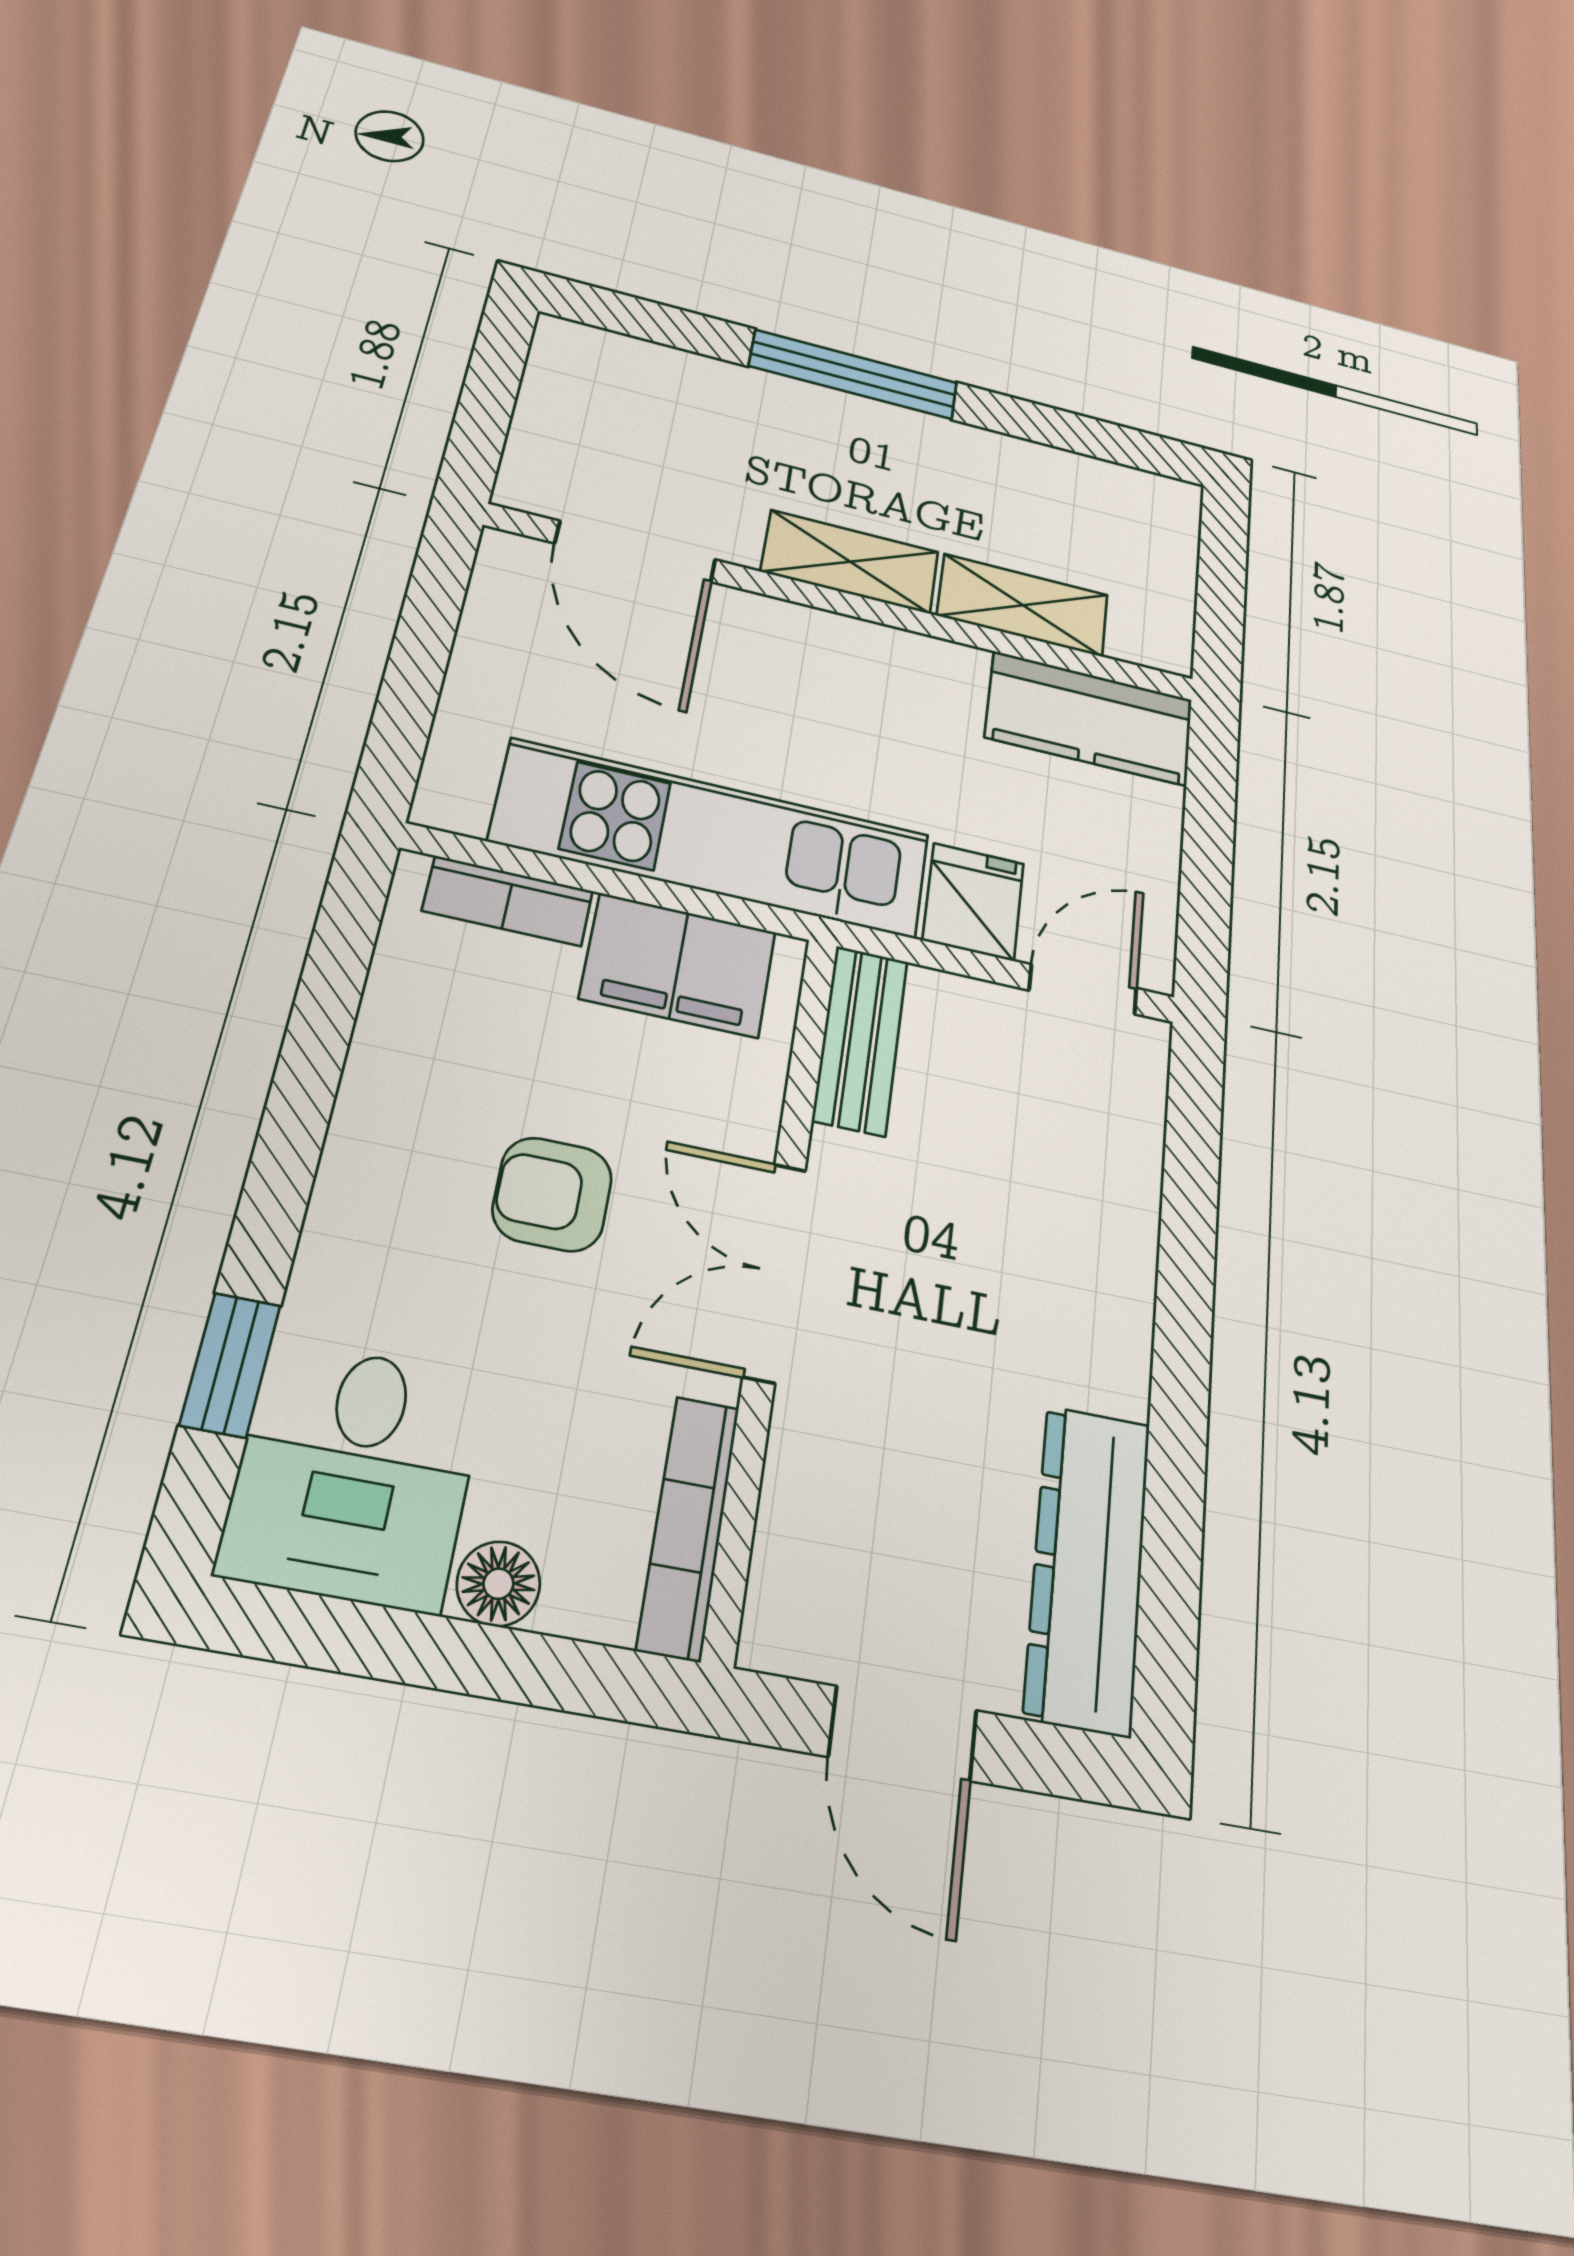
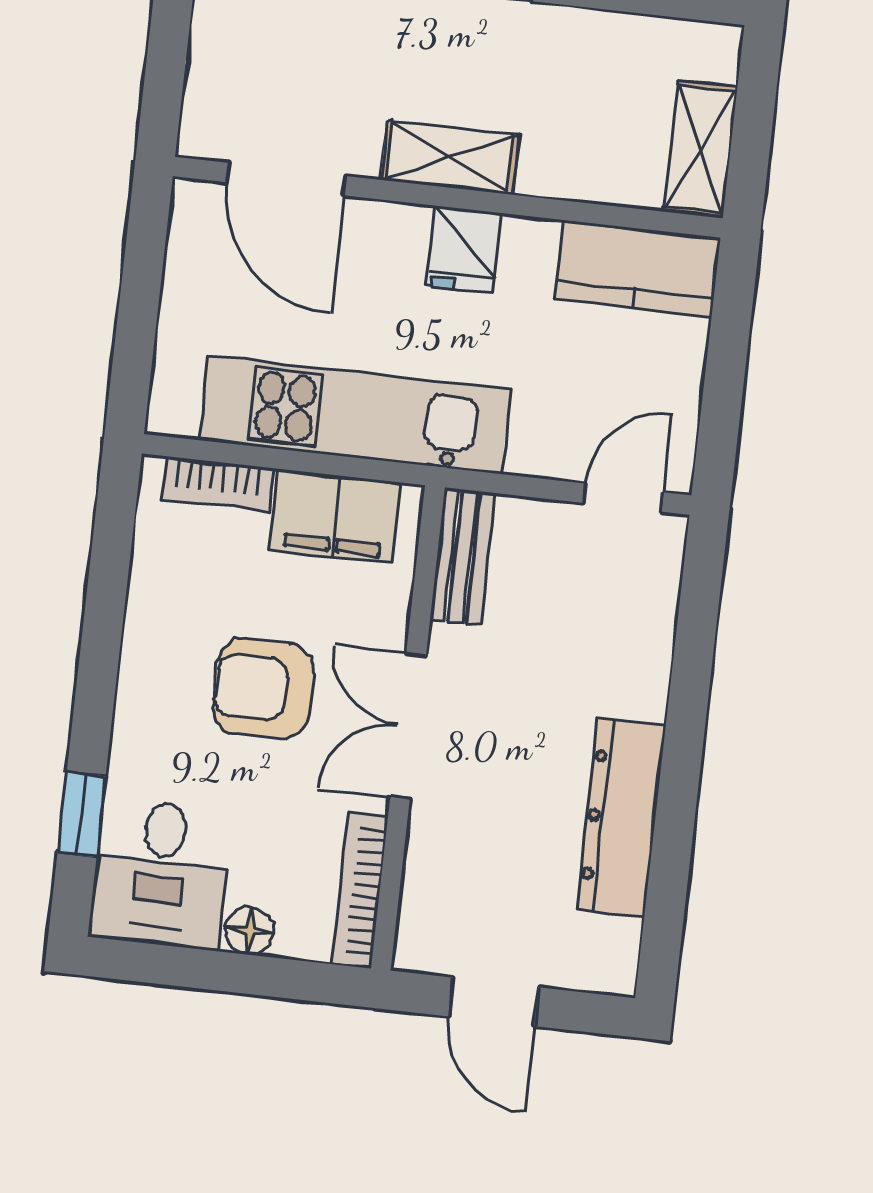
shelving: (1023, 605) -> (701, 149), moved, turned 90
fridge: (974, 902) -> (464, 249), moved, turned 180
armchair: (552, 1194) -> (263, 689), width x1.38, depth x1.38
dresser: (1088, 1567) -> (621, 818), moved

